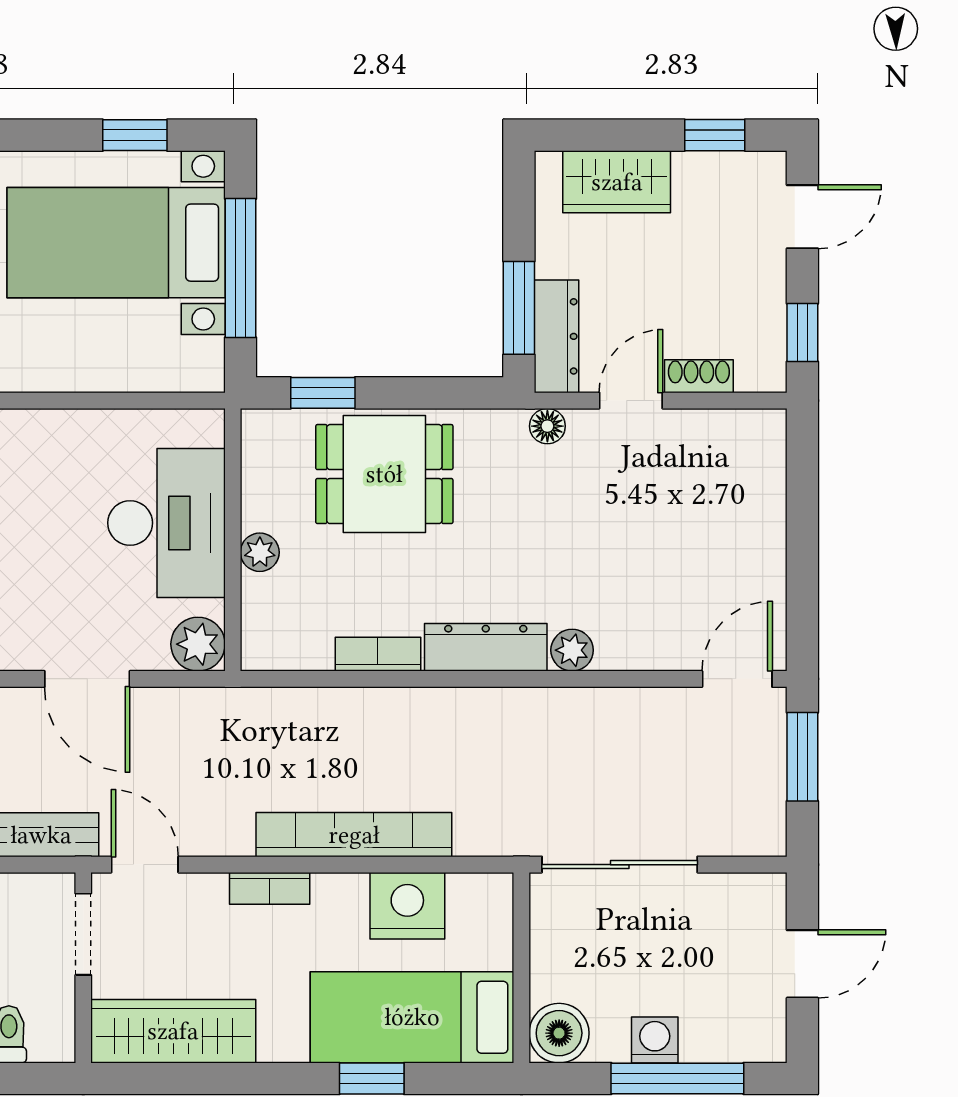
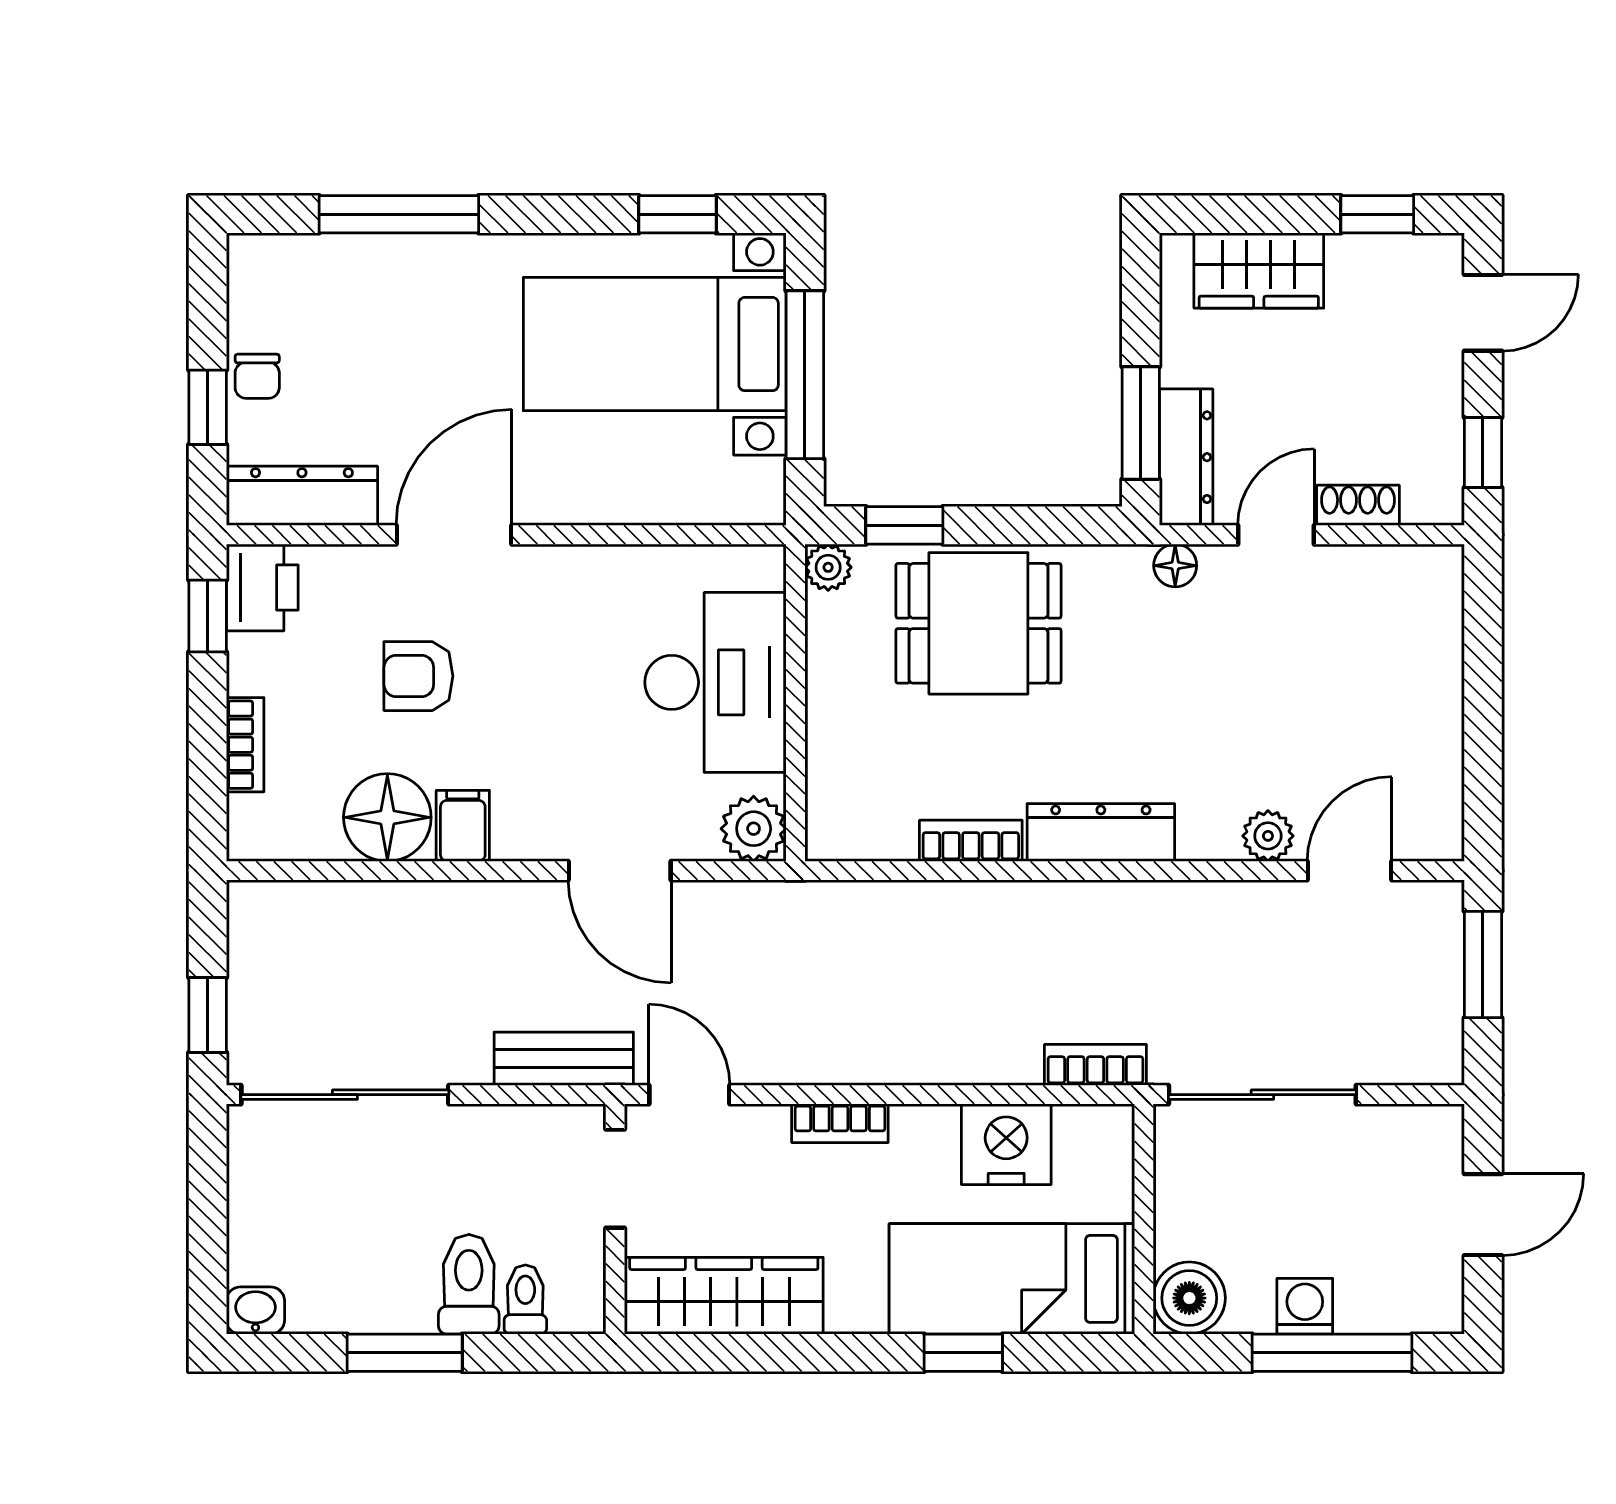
plant: (260, 552) -> (828, 567), moved
plant: (572, 650) -> (1268, 836), moved
door: (737, 679) -> (1350, 871), moved
bookcase: (354, 835) -> (1095, 1065), moved, width x0.43, depth x0.76

